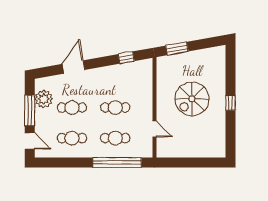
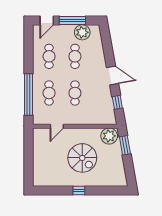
door: (73, 67) -> (113, 76), moved
plant: (166, 67) -> (109, 136), added
spiral stairs: (192, 99) -> (82, 158), turned 180

